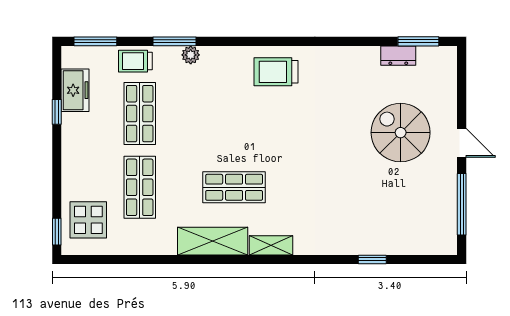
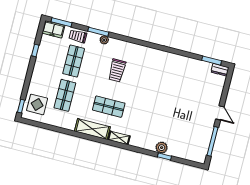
dresser: (398, 56) -> (220, 70), moved
trolley: (276, 72) -> (117, 70), moved, turned -90
freezer: (75, 90) -> (53, 29), moved, turned 90
spiral stairs: (401, 133) -> (193, 101), removed
plant: (362, 243) -> (162, 148), added

